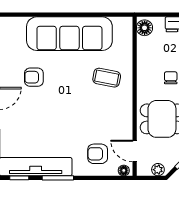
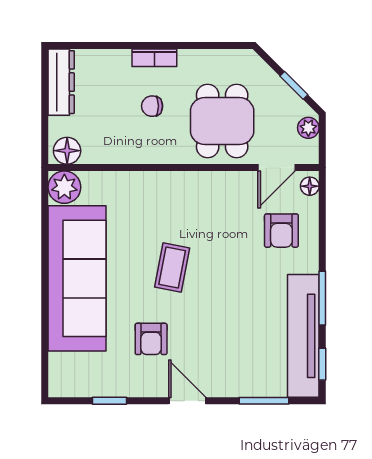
plant: (123, 26) -> (64, 187), added
coffee table: (107, 78) -> (172, 268), moved

